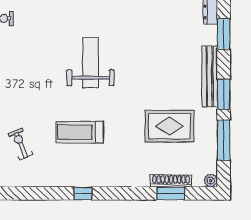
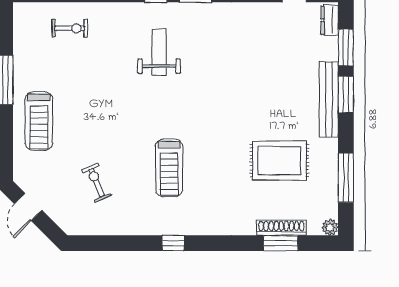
weight bench: (91, 63) -> (159, 52), moved, width x0.73, depth x0.75
window: (224, 94) -> (346, 95), moved
treadmill: (80, 132) -> (169, 168), turned -90

